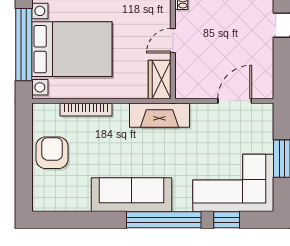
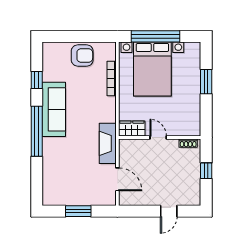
fireplace: (159, 115) -> (108, 143), moved
corner sofa: (233, 183) -> (62, 178), removed
window: (227, 220) -> (37, 80), moved

